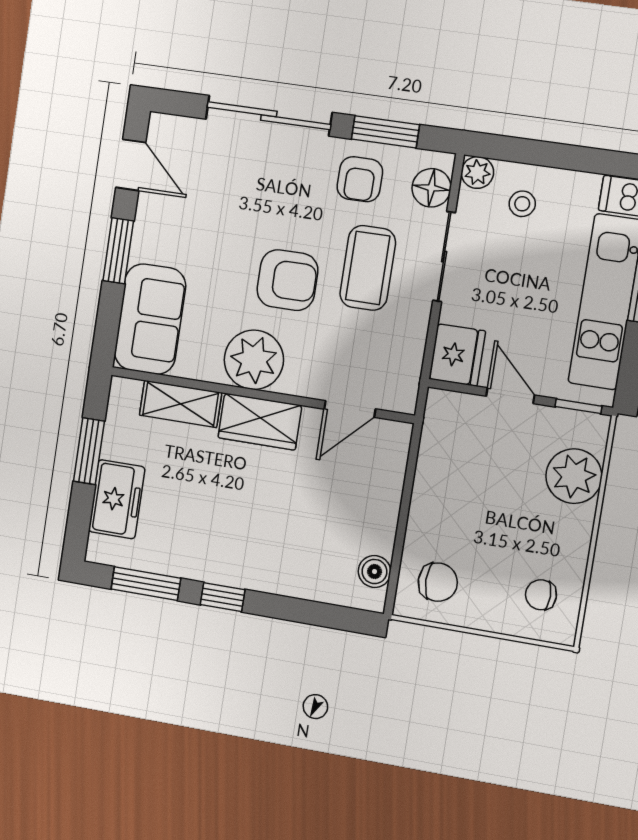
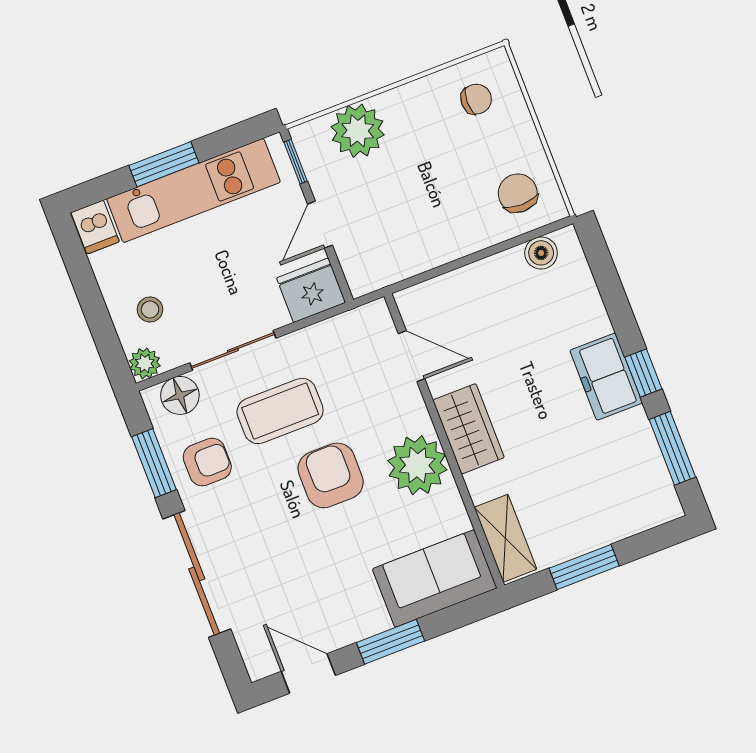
door: (131, 165) -> (308, 673), hinge flipped
shelving: (181, 404) -> (505, 538), moved
freezer: (117, 499) -> (606, 377), moved, turned -90
chair: (541, 595) -> (476, 99), turned -90

